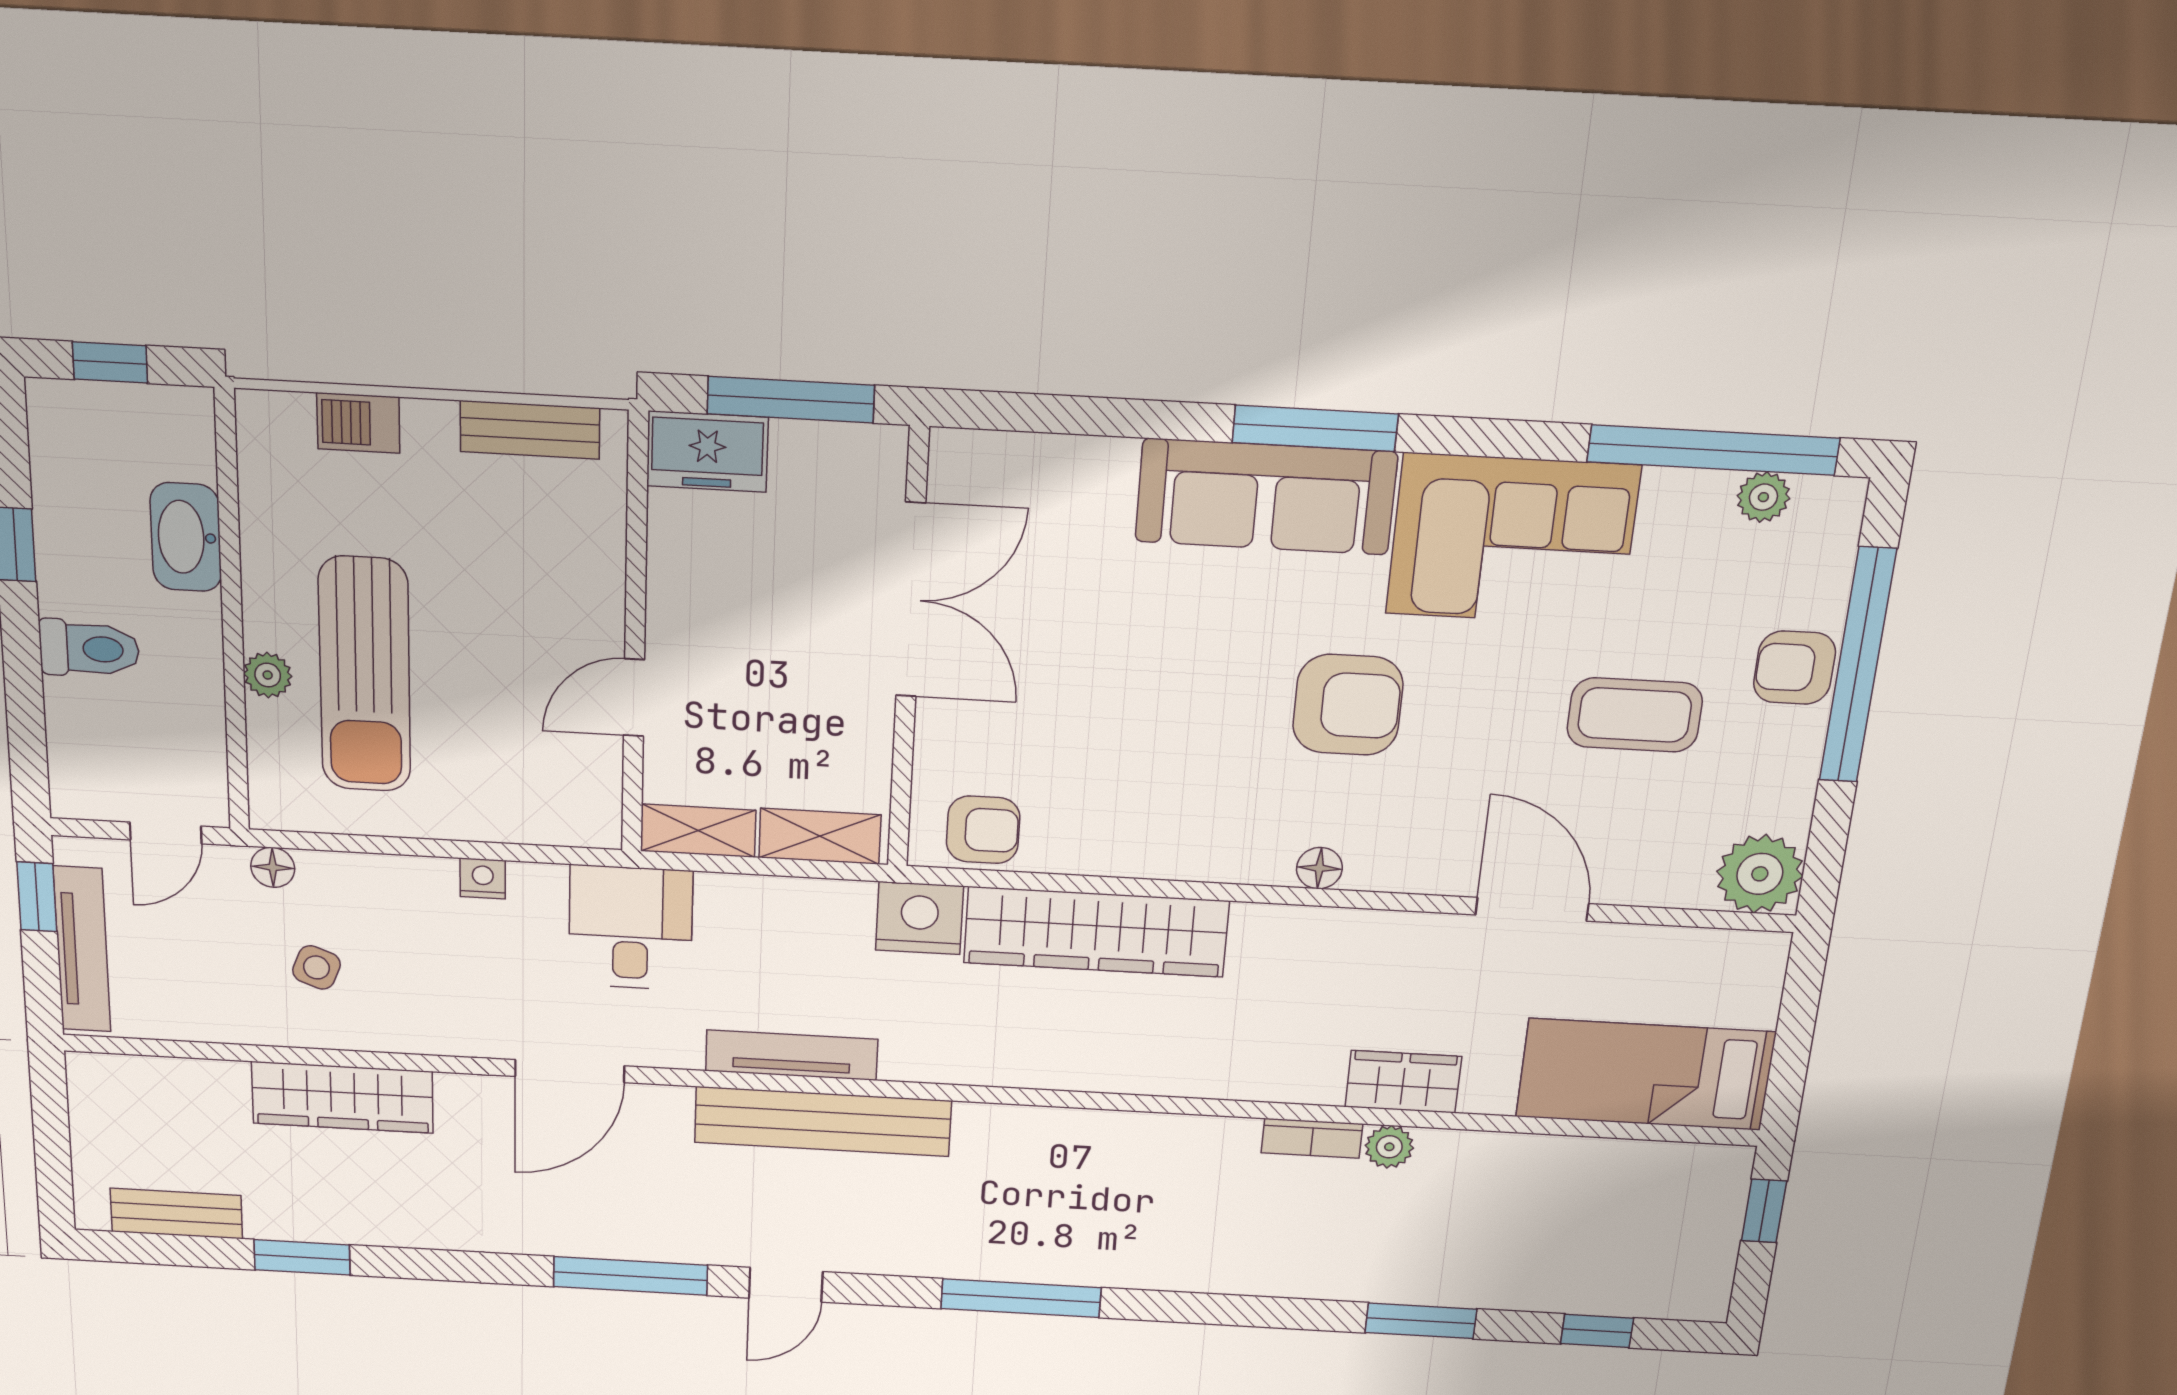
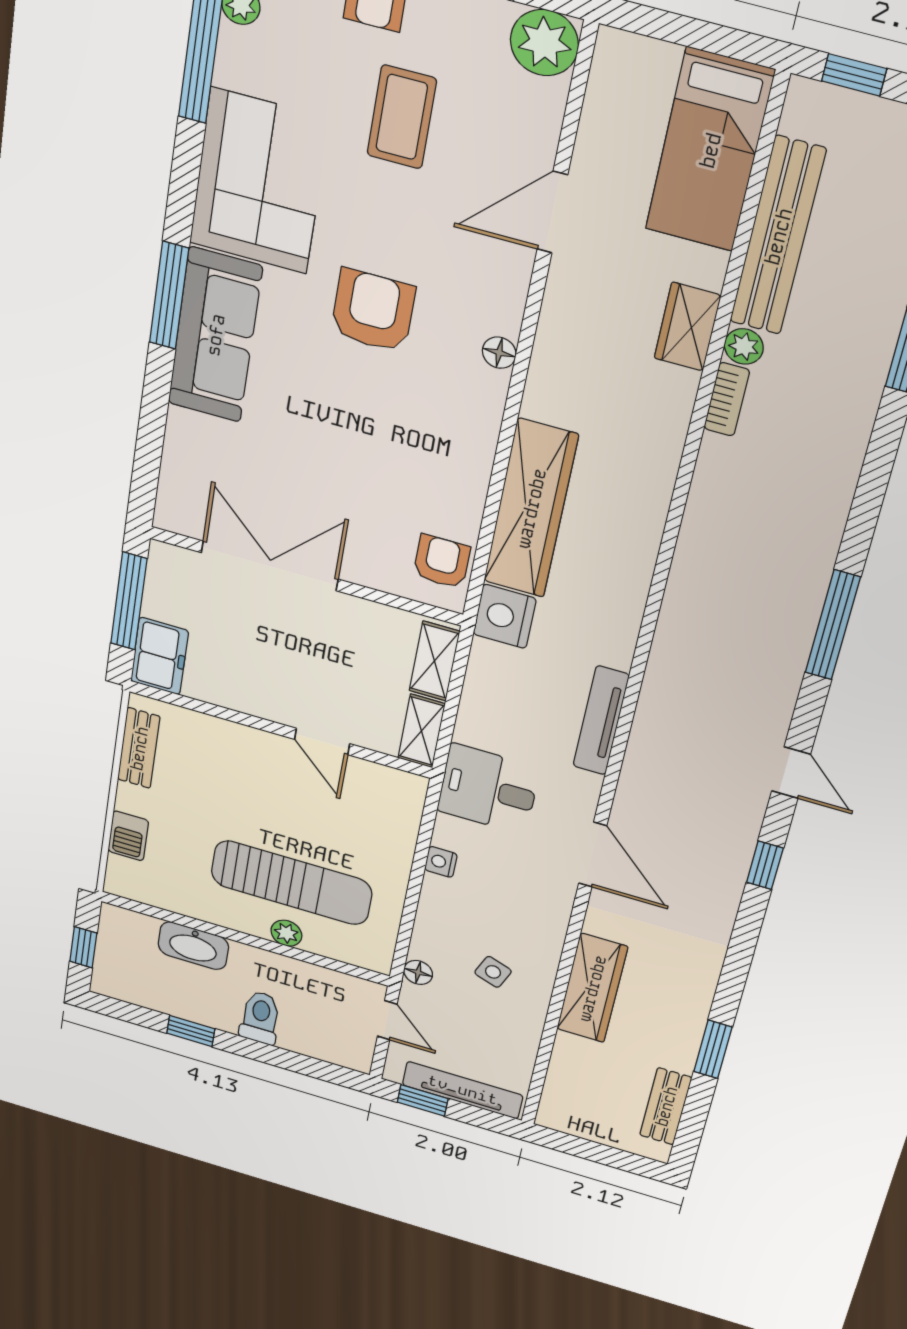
bench: (823, 1122) -> (778, 236), moved
window: (630, 1276) -> (765, 865), width x0.46

